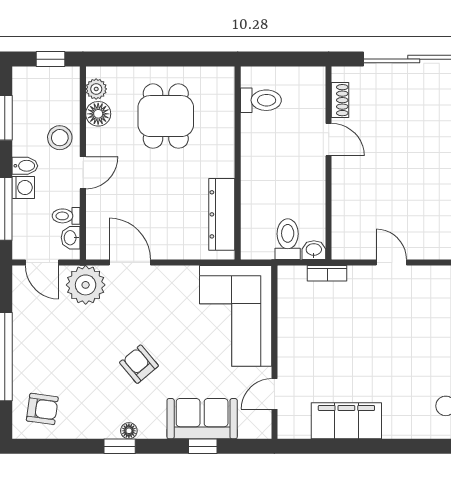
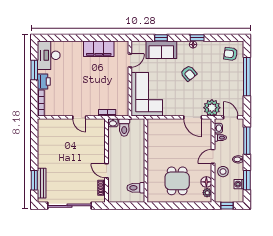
washing machine: (23, 188) -> (239, 184), moved
dresser: (222, 214) -> (153, 138), removed

